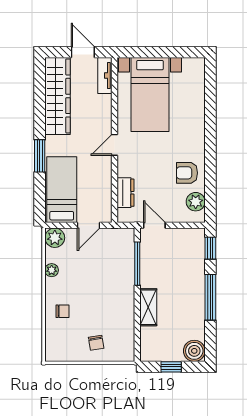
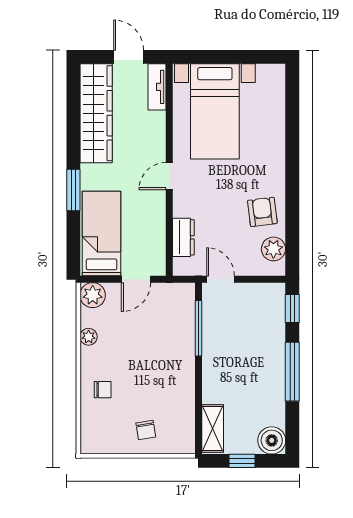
armchair: (187, 173) -> (262, 212), turned 83
shelving: (148, 307) -> (213, 429), moved

